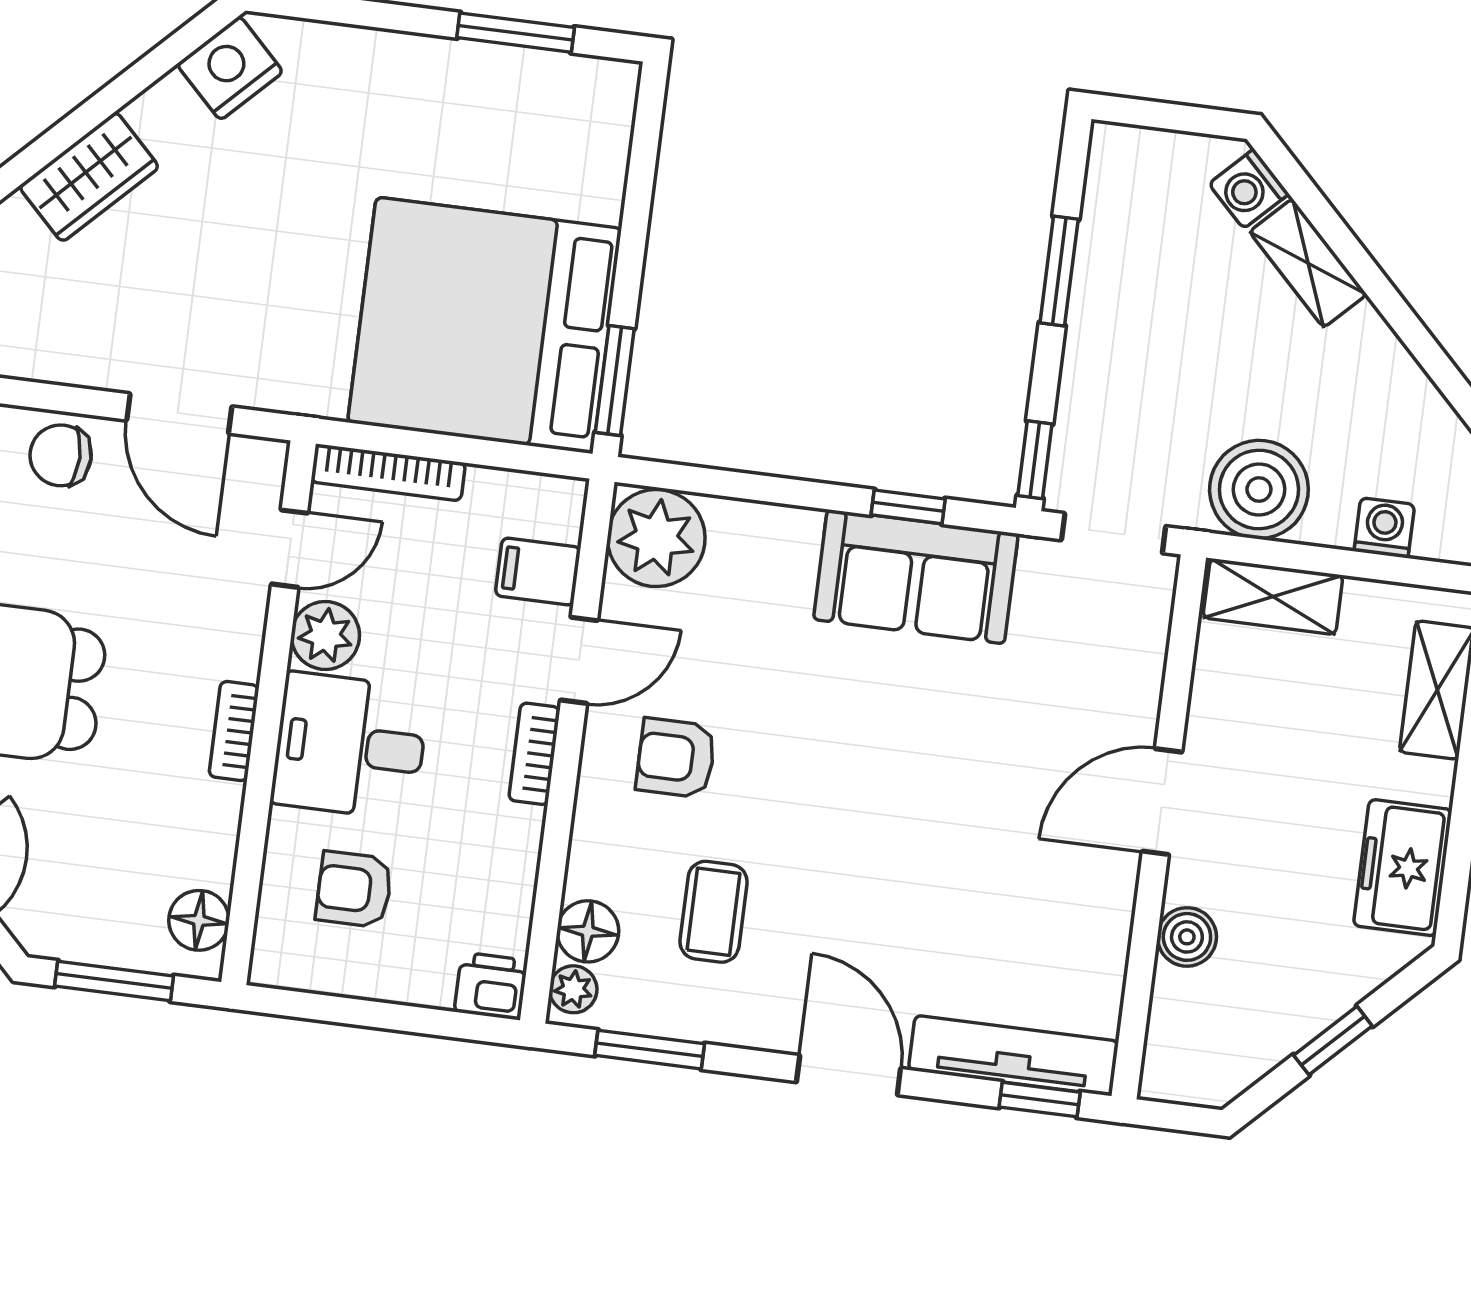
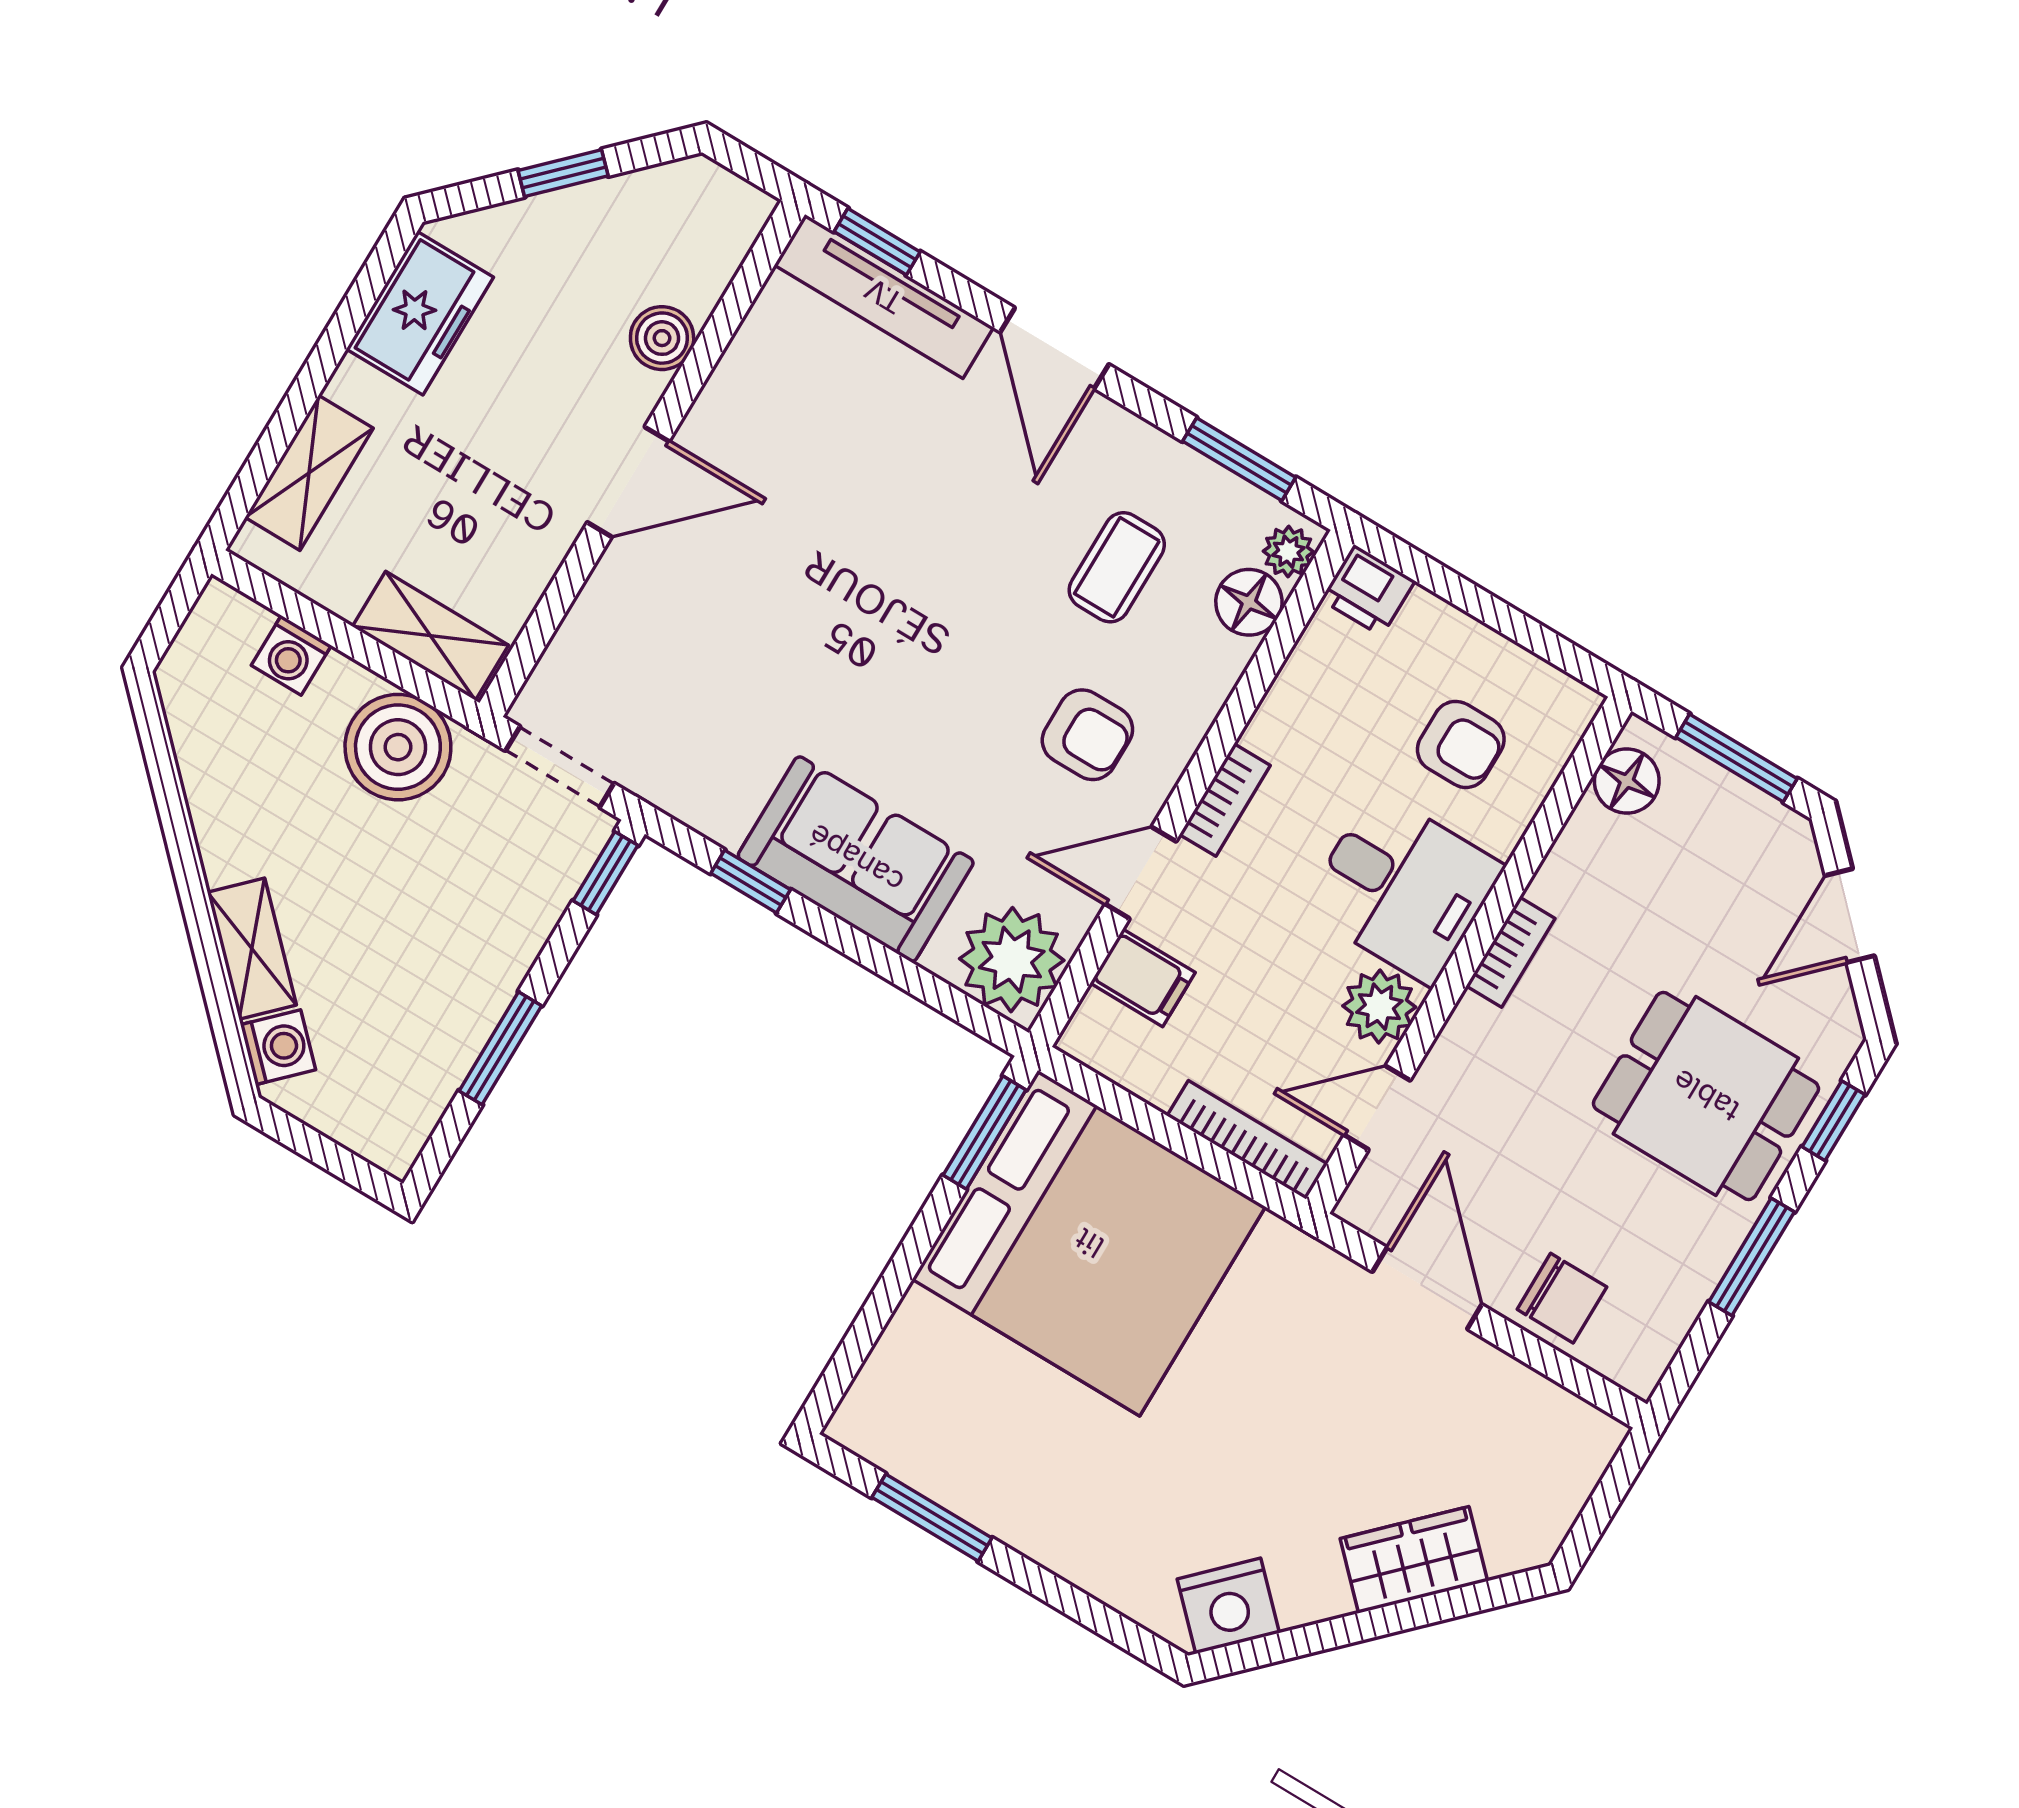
sofa: (916, 577) -> (856, 859), moved

